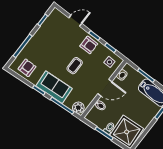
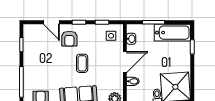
door: (75, 21) -> (51, 22), swing flipped
armchair: (89, 45) -> (69, 39), moved, turned 90

